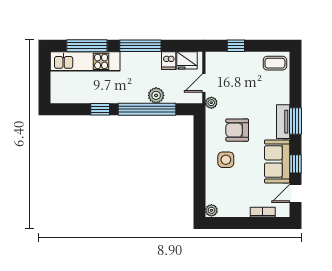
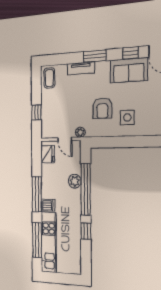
dishwasher: (169, 61) -> (48, 205), moved
tv unit: (283, 122) -> (81, 68), moved

